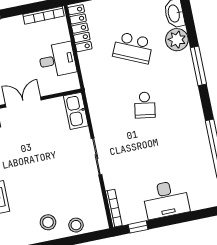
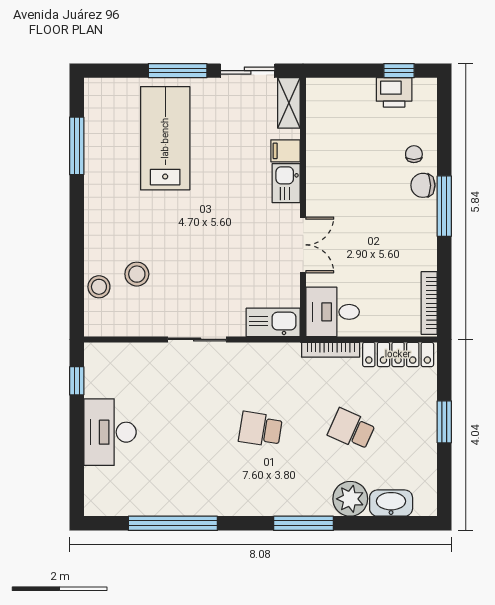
school desk: (133, 48) -> (352, 429), width x0.54
desk: (57, 60) -> (333, 312), moved, turned 90
bookcase: (114, 208) -> (331, 350), moved
stool: (48, 222) -> (137, 274), moved

